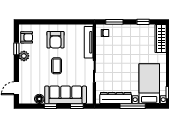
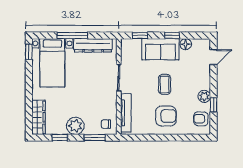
plant: (130, 32) -> (75, 126), added
armchair: (55, 40) -> (166, 116), turned 90
sofa: (66, 95) -> (160, 49), width x0.73

